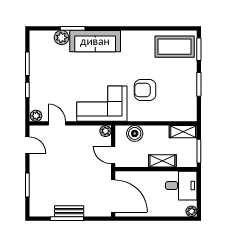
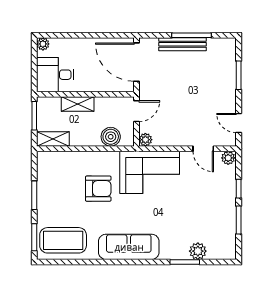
sofa: (95, 41) -> (129, 247), moved
door: (113, 155) -> (136, 111), hinge flipped
bench: (69, 211) -> (182, 44), width x1.36

